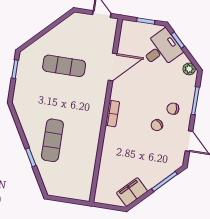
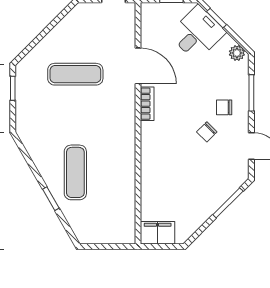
door: (113, 67) -> (138, 66), hinge flipped
bookcase: (112, 114) -> (147, 104), moved
filing cabinet: (132, 192) -> (158, 233), moved, turned 45

